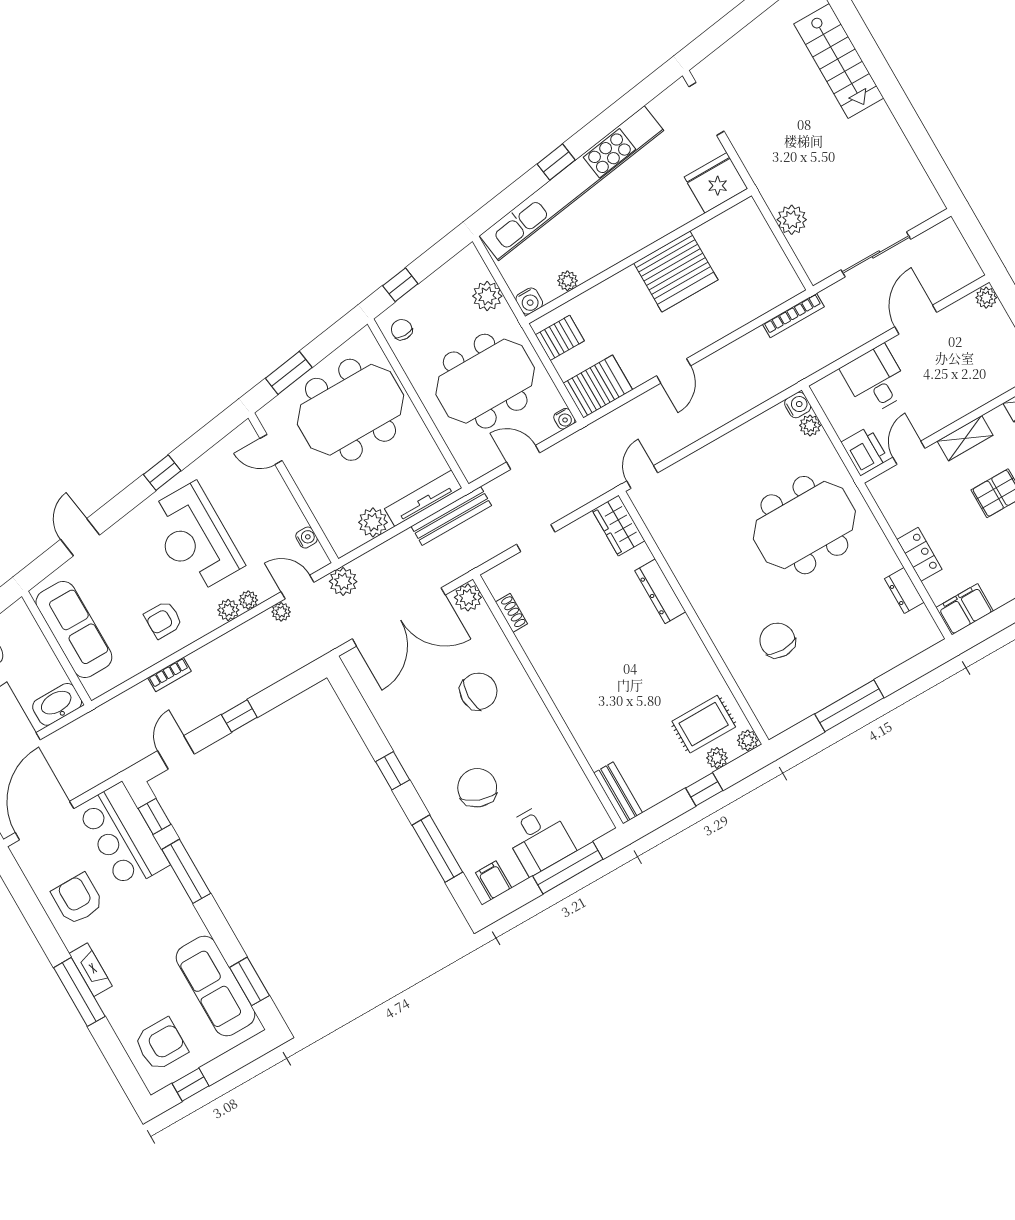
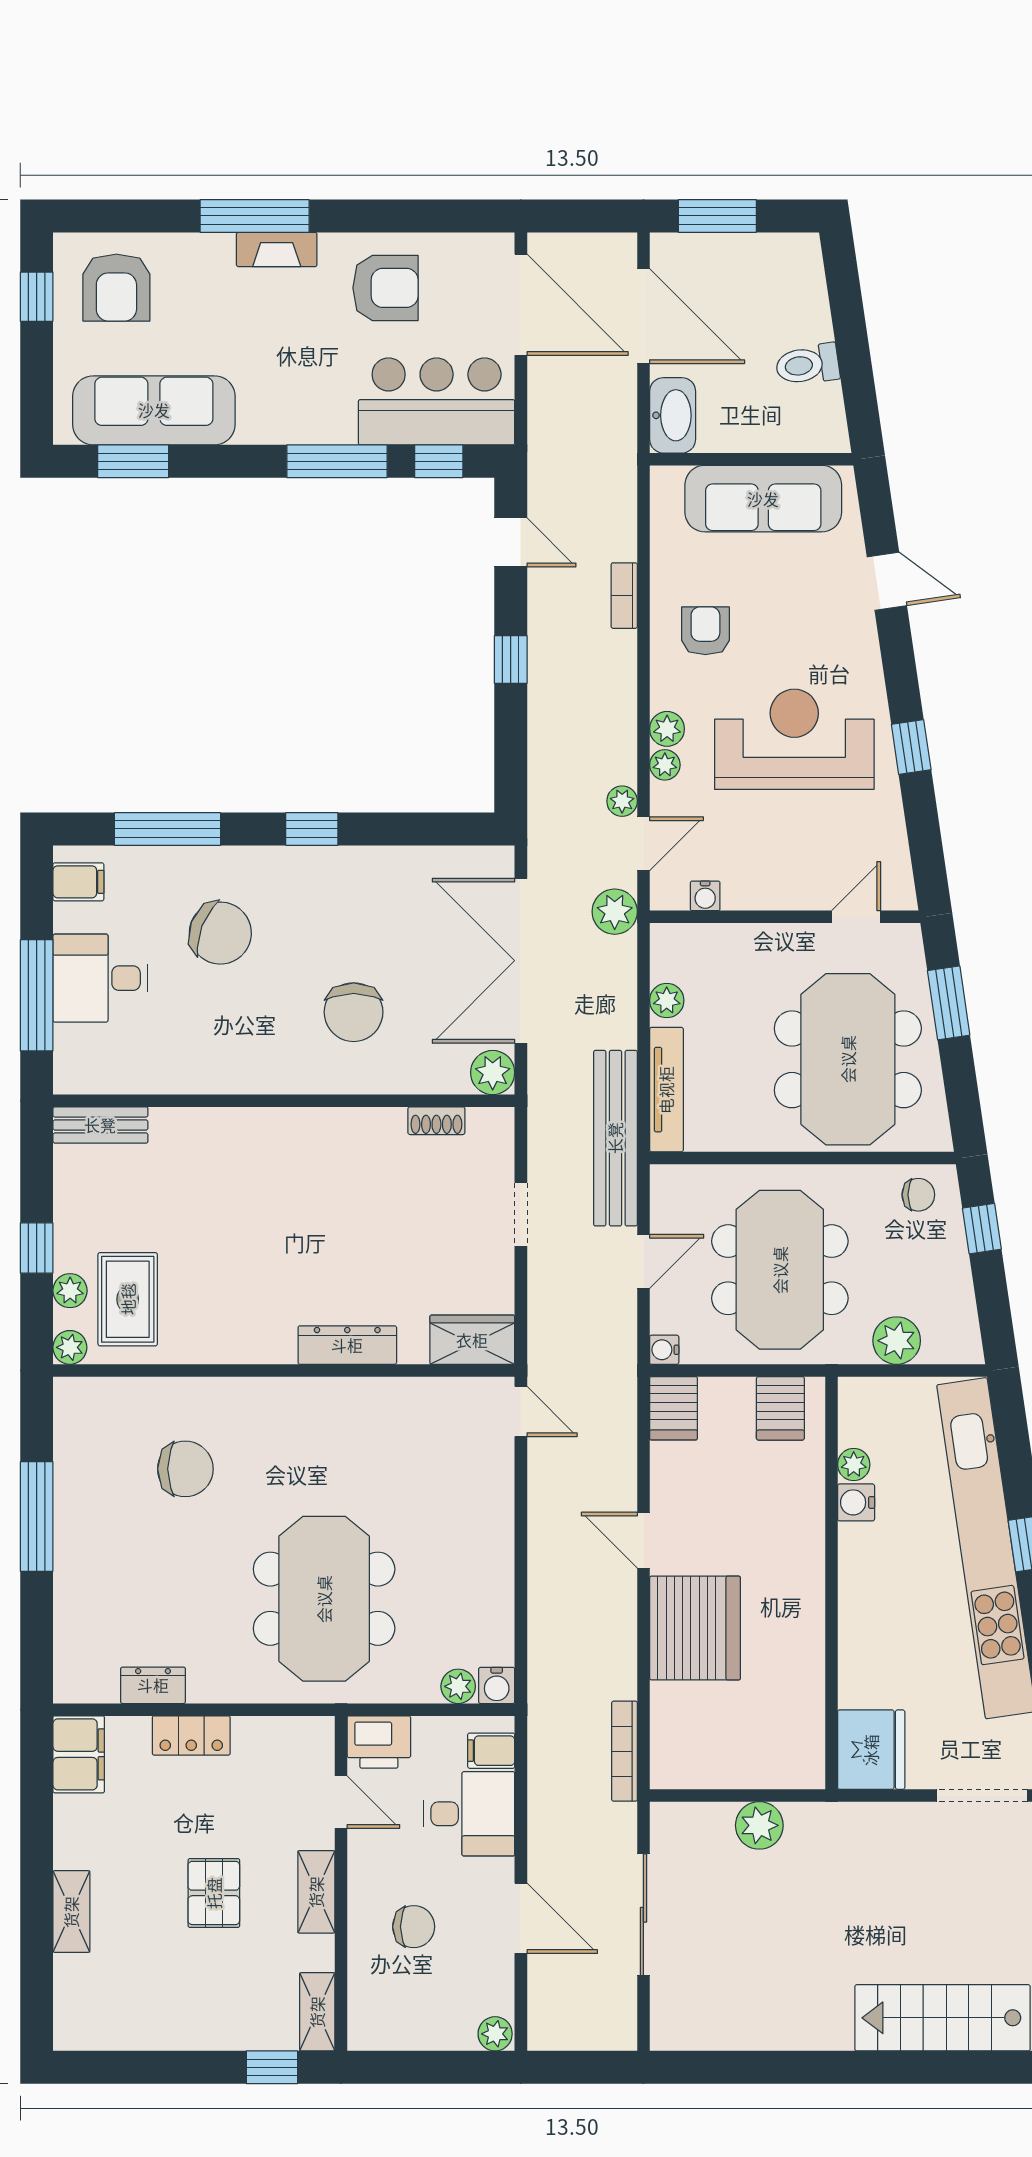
server rack: (676, 271) -> (695, 1628), moved, turned 180
water cooler: (529, 301) -> (856, 1502), moved
chair: (954, 375) -> (414, 1927), added
server rack: (598, 387) -> (673, 1408), width x0.73, depth x0.70
filing cabinet: (835, 388) -> (491, 1751), added
bench: (451, 516) -> (615, 1138), width x1.37, depth x1.21
plant: (373, 522) -> (667, 1000), width x0.73, depth x0.73

